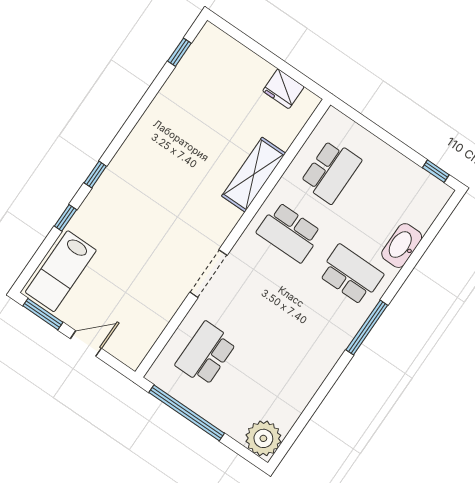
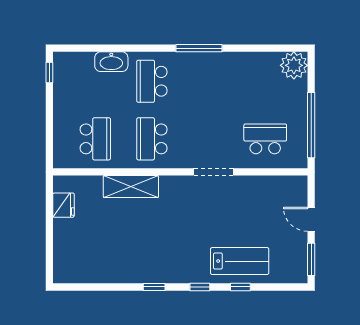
window: (179, 52) -> (154, 287), moved
school desk: (331, 172) -> (95, 139), turned 90
school desk: (289, 232) -> (152, 139), turned 180
lab bench: (61, 271) -> (240, 261), moved
window: (367, 327) -> (199, 48), moved
school desk: (206, 354) -> (265, 139), turned 180

